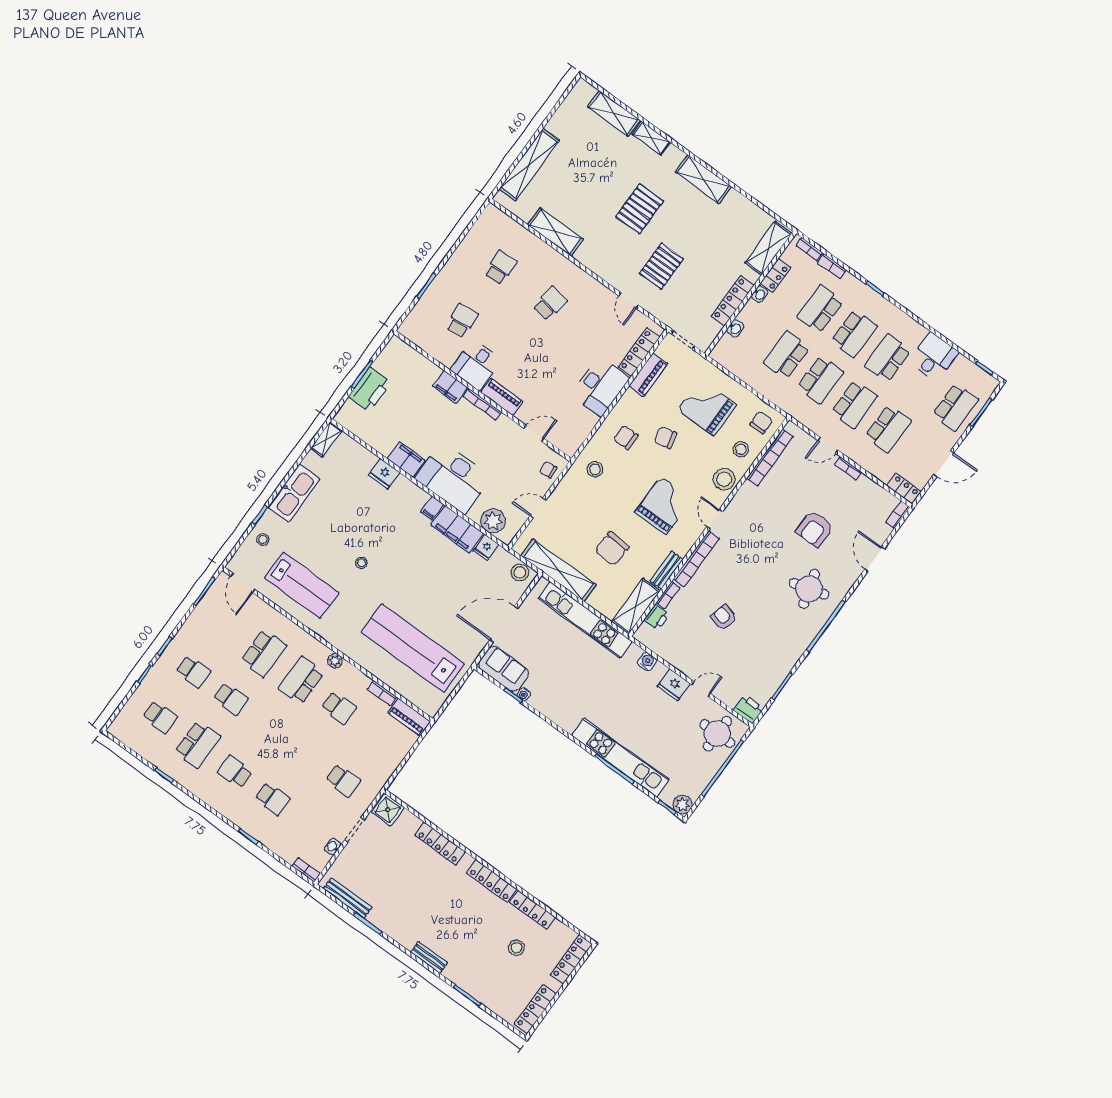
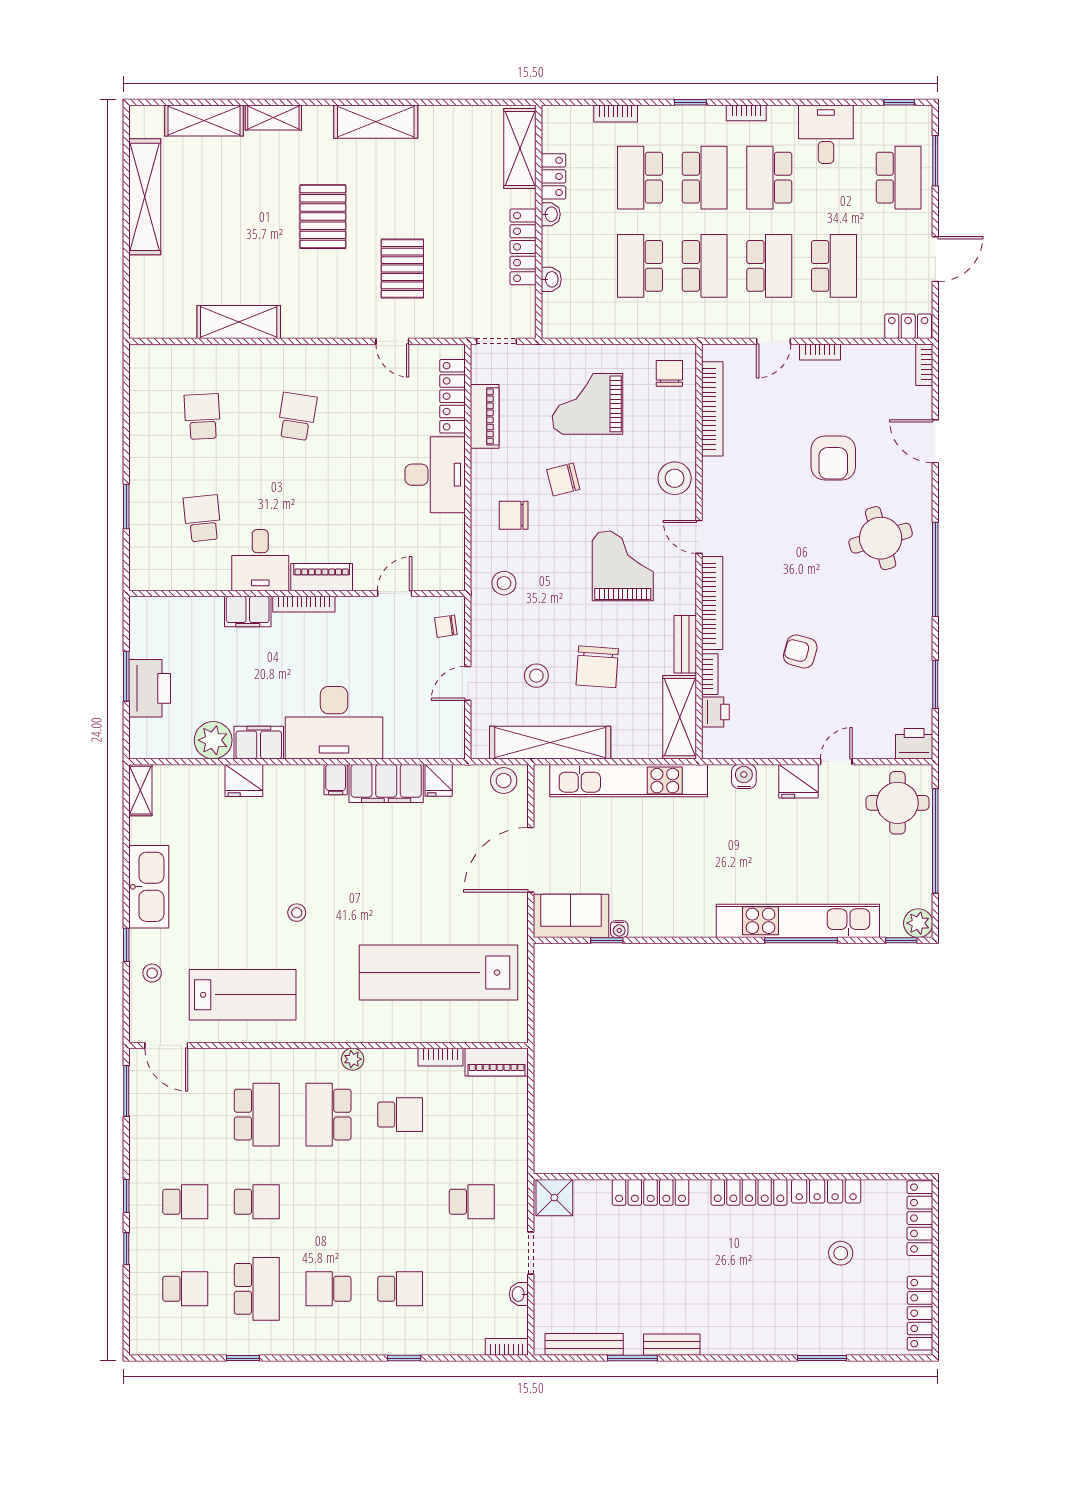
shelving: (529, 165) -> (145, 197), moved
bookcase: (809, 249) -> (746, 113), moved
stool: (741, 449) -> (536, 676), moved
plant: (493, 521) -> (213, 740), moved
bench: (429, 957) -> (672, 1345), moved

